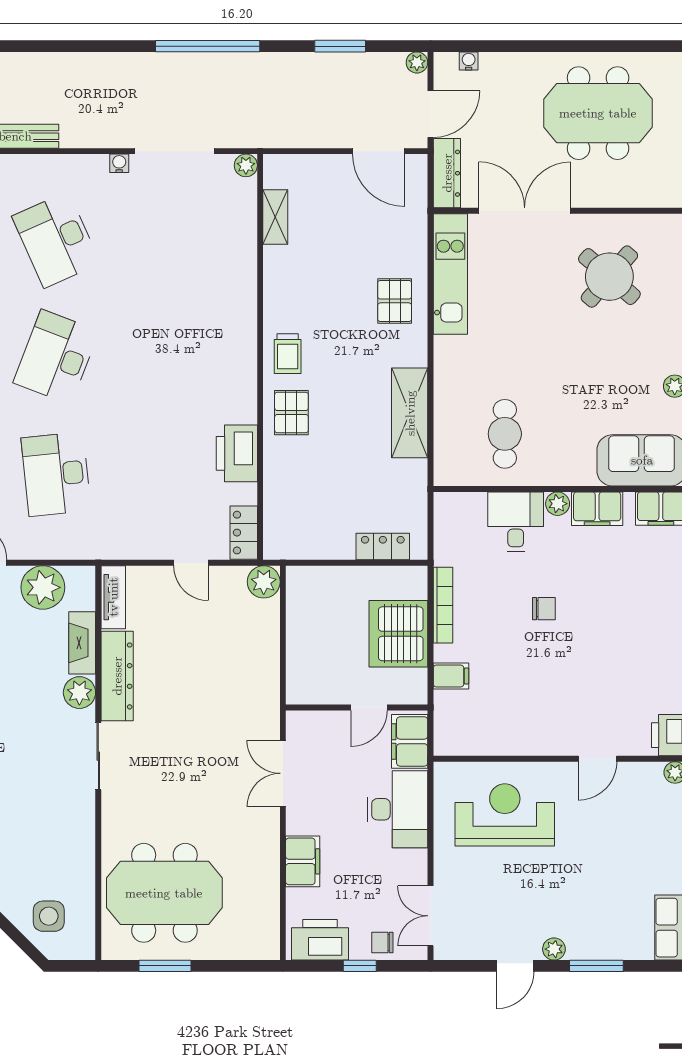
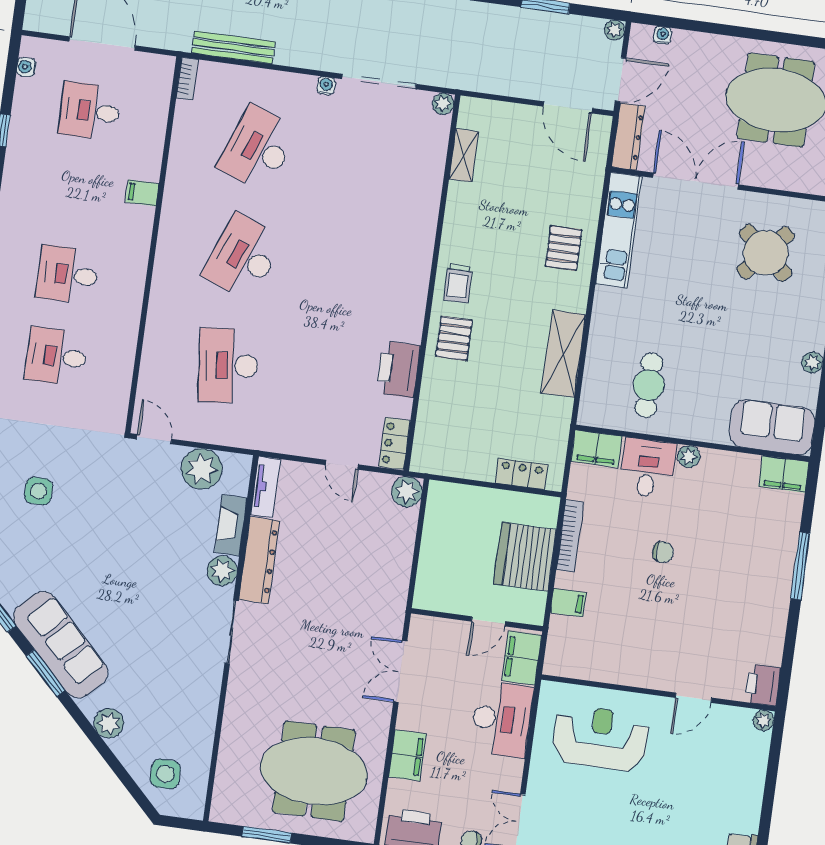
desk: (56, 240) -> (258, 149), turned 45
filing cabinet: (597, 509) -> (597, 449), moved
meeting table: (164, 893) -> (314, 771), moved

